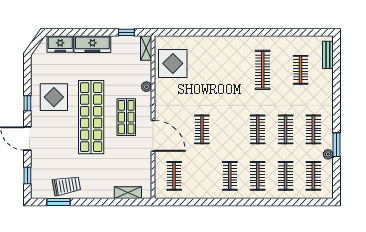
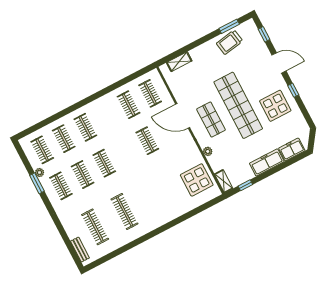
clothes rail: (301, 70) -> (95, 227), width x1.36
clothes rail: (230, 176) -> (129, 105), moved

